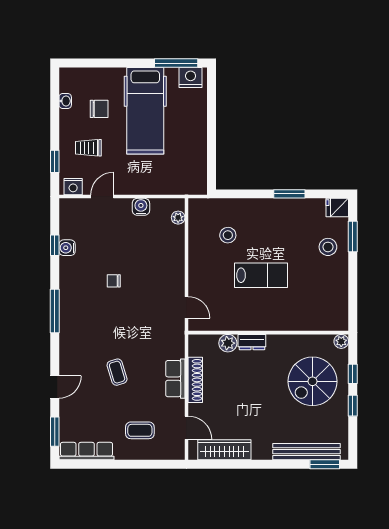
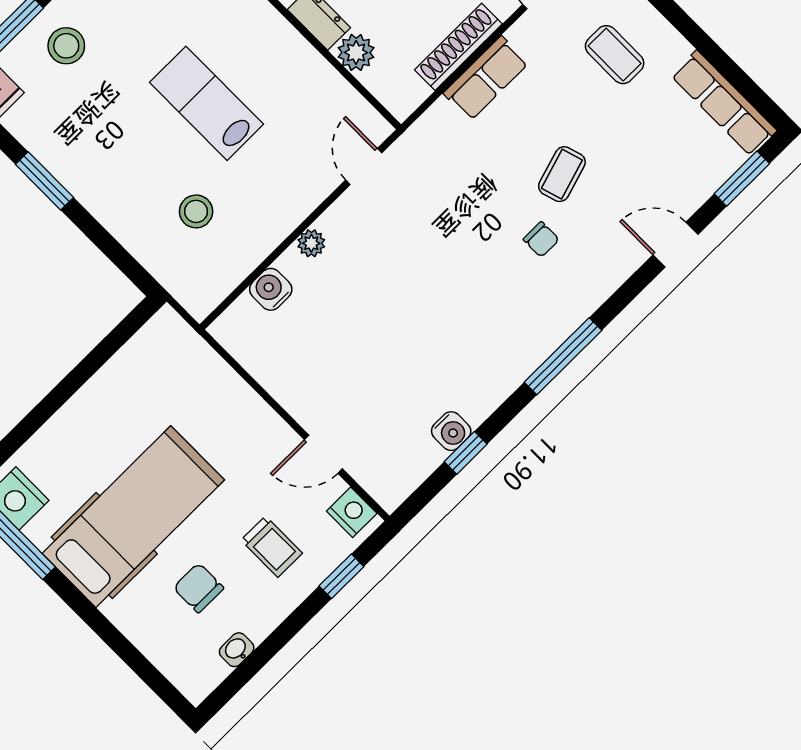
water cooler: (141, 207) -> (271, 289), moved, turned 90
plant: (178, 218) -> (311, 243), moved
chair: (114, 281) -> (541, 239), moved

